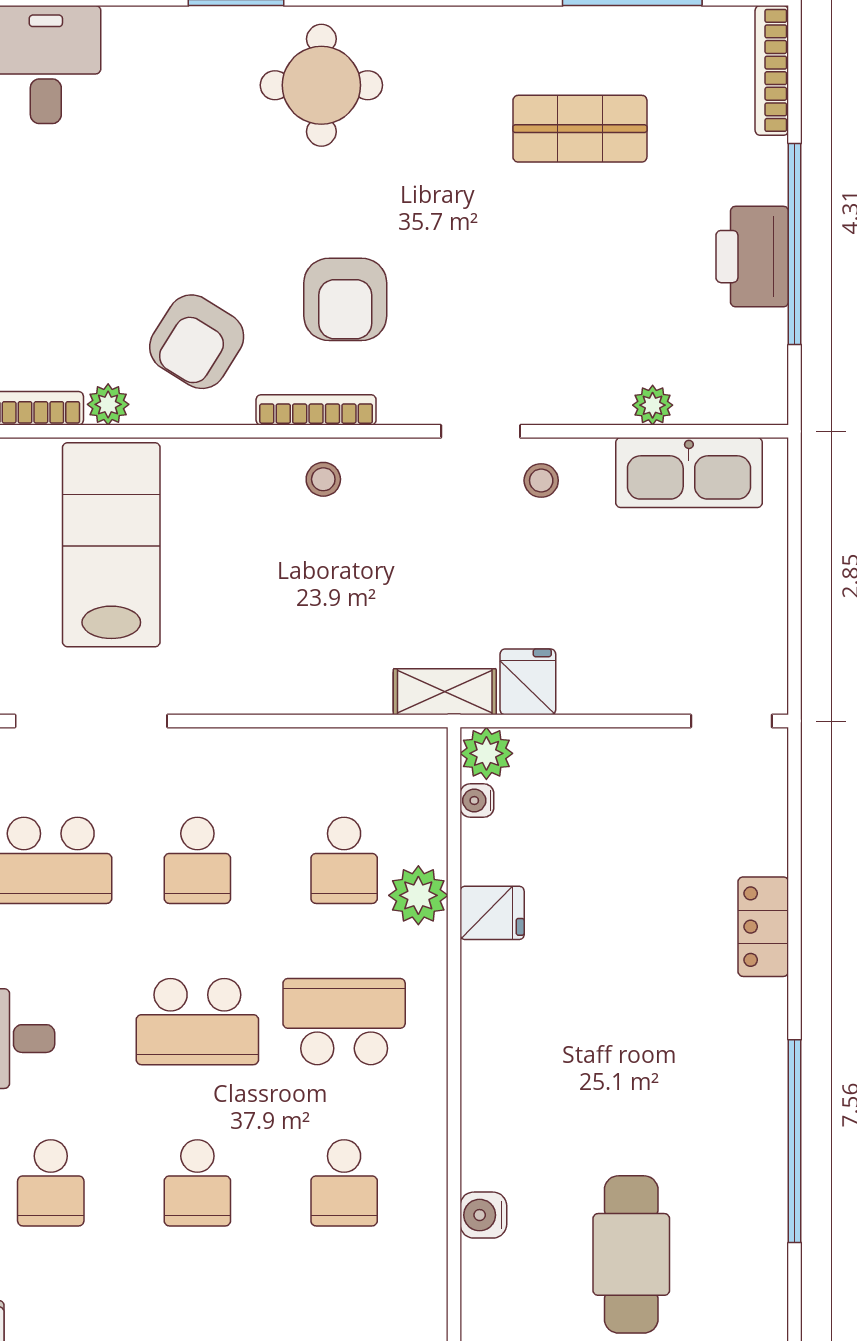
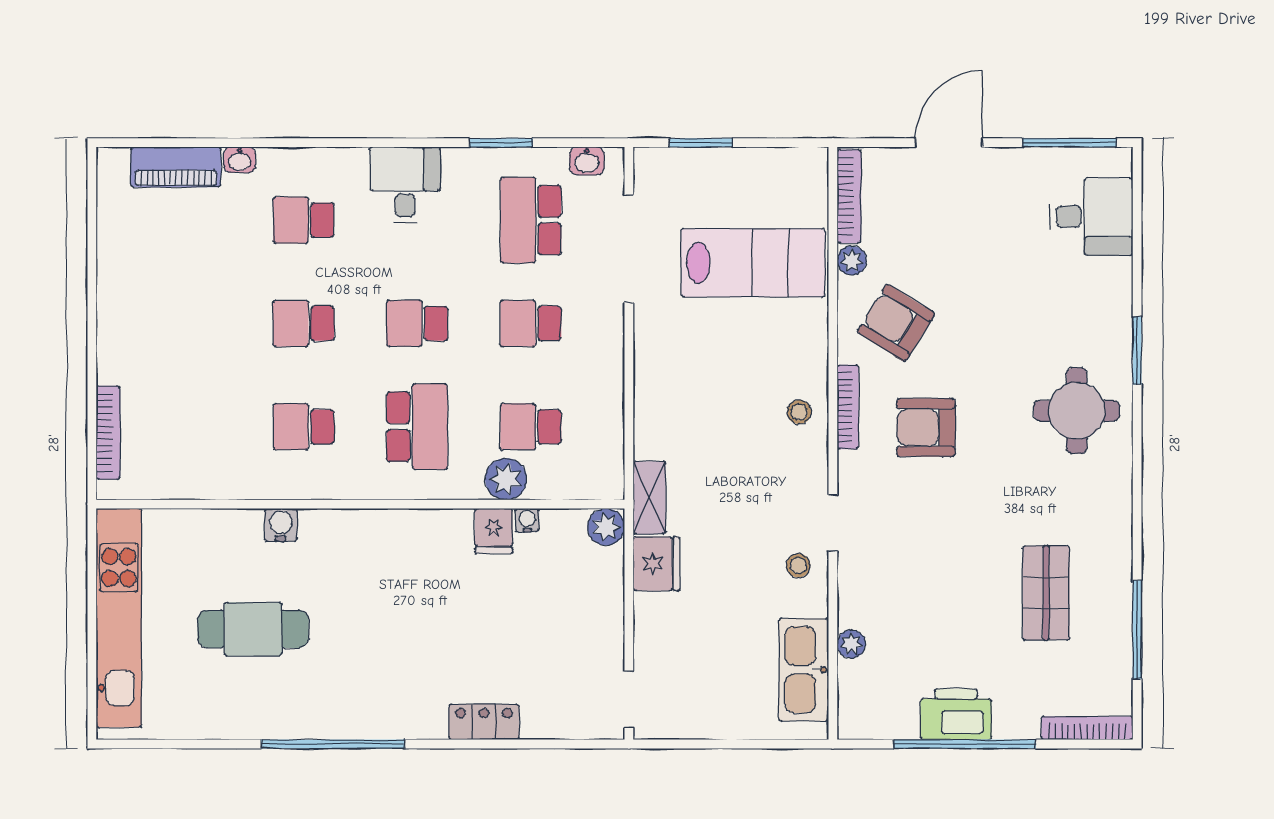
fridge: (528, 682) -> (656, 564), width x1.38
water cooler: (477, 801) -> (527, 520), moved
school desk: (197, 1022) -> (417, 323), width x0.54

